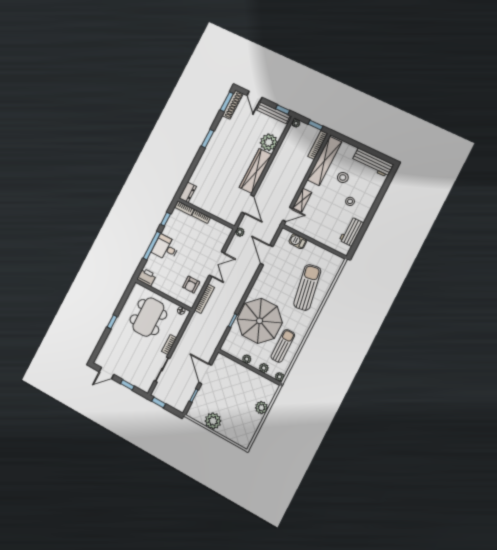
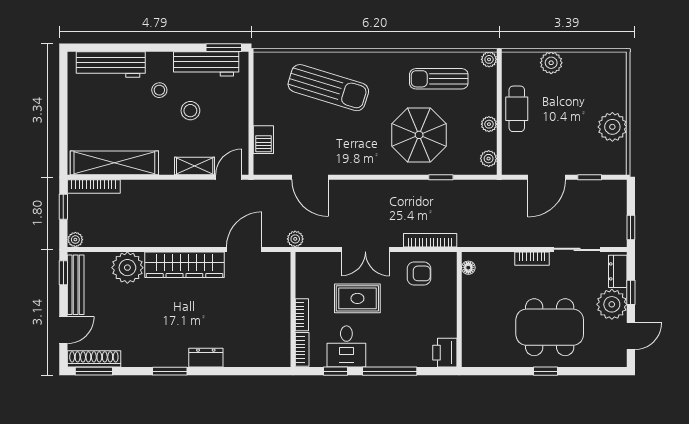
workbench: (373, 163) -> (111, 65), moved, turned 90
stool: (343, 177) -> (190, 111), moved
dresser: (188, 192) -> (206, 358), moved
door: (288, 214) -> (229, 177), hinge flipped
workbench: (351, 232) -> (206, 64), width x1.38
window: (355, 245) -> (224, 48), added
desk: (166, 248) -> (346, 346), moved
rug: (195, 248) -> (357, 298), added
door: (267, 255) -> (310, 177), hinge flipped
double door: (217, 264) -> (365, 249), swing flipped
sun lounger: (307, 287) -> (328, 88), turned -153
dining table: (148, 317) -> (550, 327), moved
parasol: (260, 321) -> (419, 135), width x0.73, depth x0.73
plant: (264, 368) -> (489, 159), moved
plant: (127, 372) -> (612, 304), added
door: (107, 373) -> (631, 336), hinge flipped
cafe table: (247, 377) -> (517, 109), added
dresser: (141, 384) -> (618, 271), added

